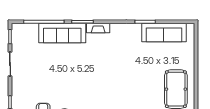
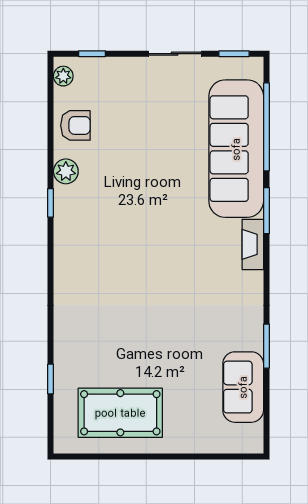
sofa: (164, 32) -> (243, 387), width x0.73
sofa: (62, 33) -> (236, 149), width x1.36, depth x1.27

